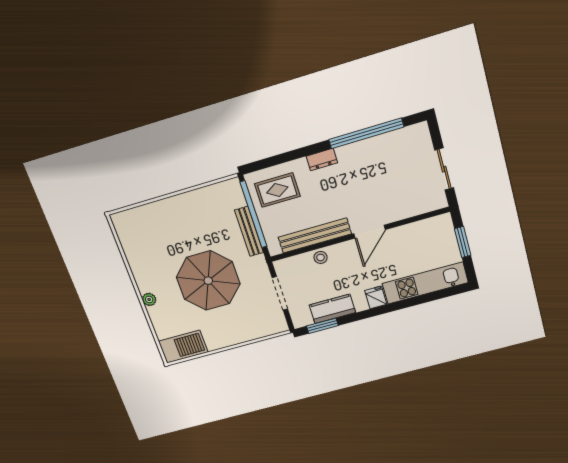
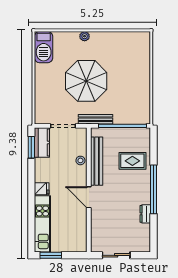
window: (366, 133) -> (153, 189), moved
dresser: (322, 160) -> (145, 214), moved
rug: (277, 190) -> (132, 161), moved, turned 90
bench: (249, 231) -> (96, 119), moved
window: (463, 242) -> (51, 255), moved
kitchen counter: (332, 309) -> (42, 143), moved

